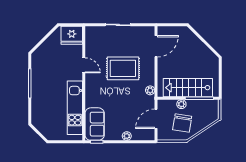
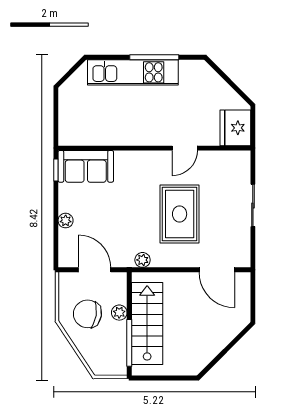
kitchen unit: (75, 108) -> (133, 72), moved, turned 180

